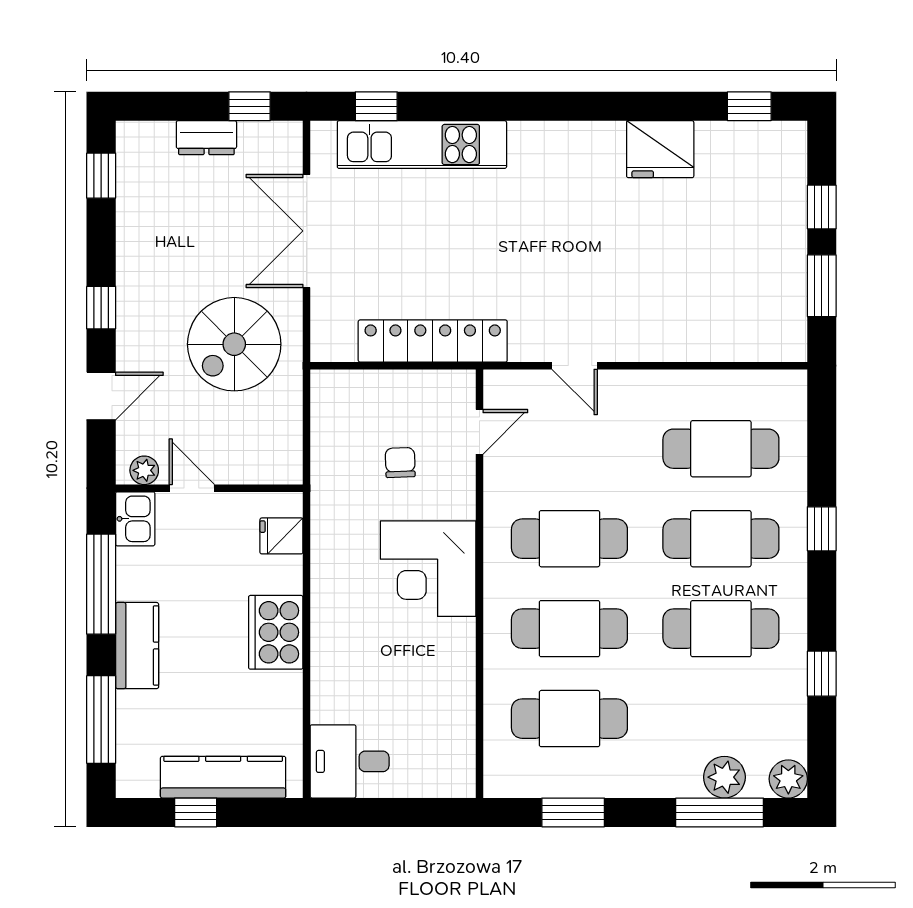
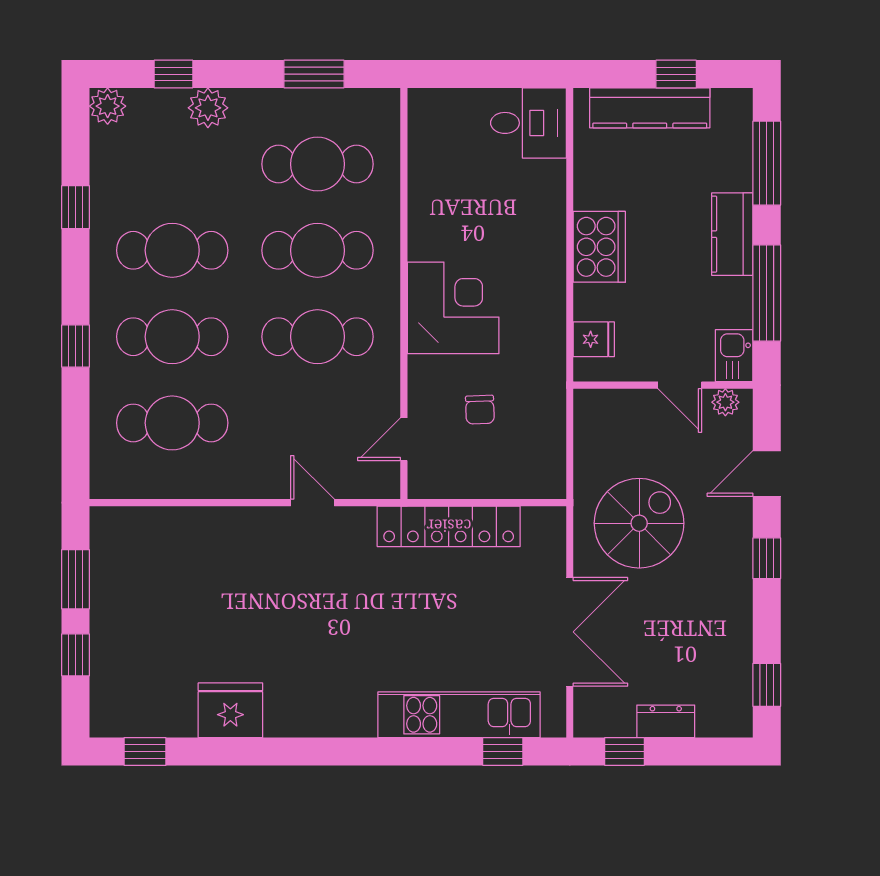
plant: (724, 777) -> (208, 108), moved
window: (720, 812) -> (173, 74), width x0.46

